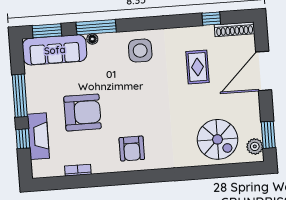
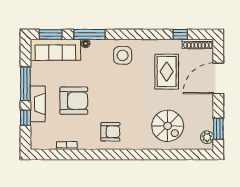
rug: (197, 67) -> (167, 72), width x1.36, depth x1.43
fireplace: (38, 136) -> (38, 104), moved
spiral stairs: (218, 139) -> (168, 126), moved
armchair: (132, 149) -> (110, 132), turned -90

